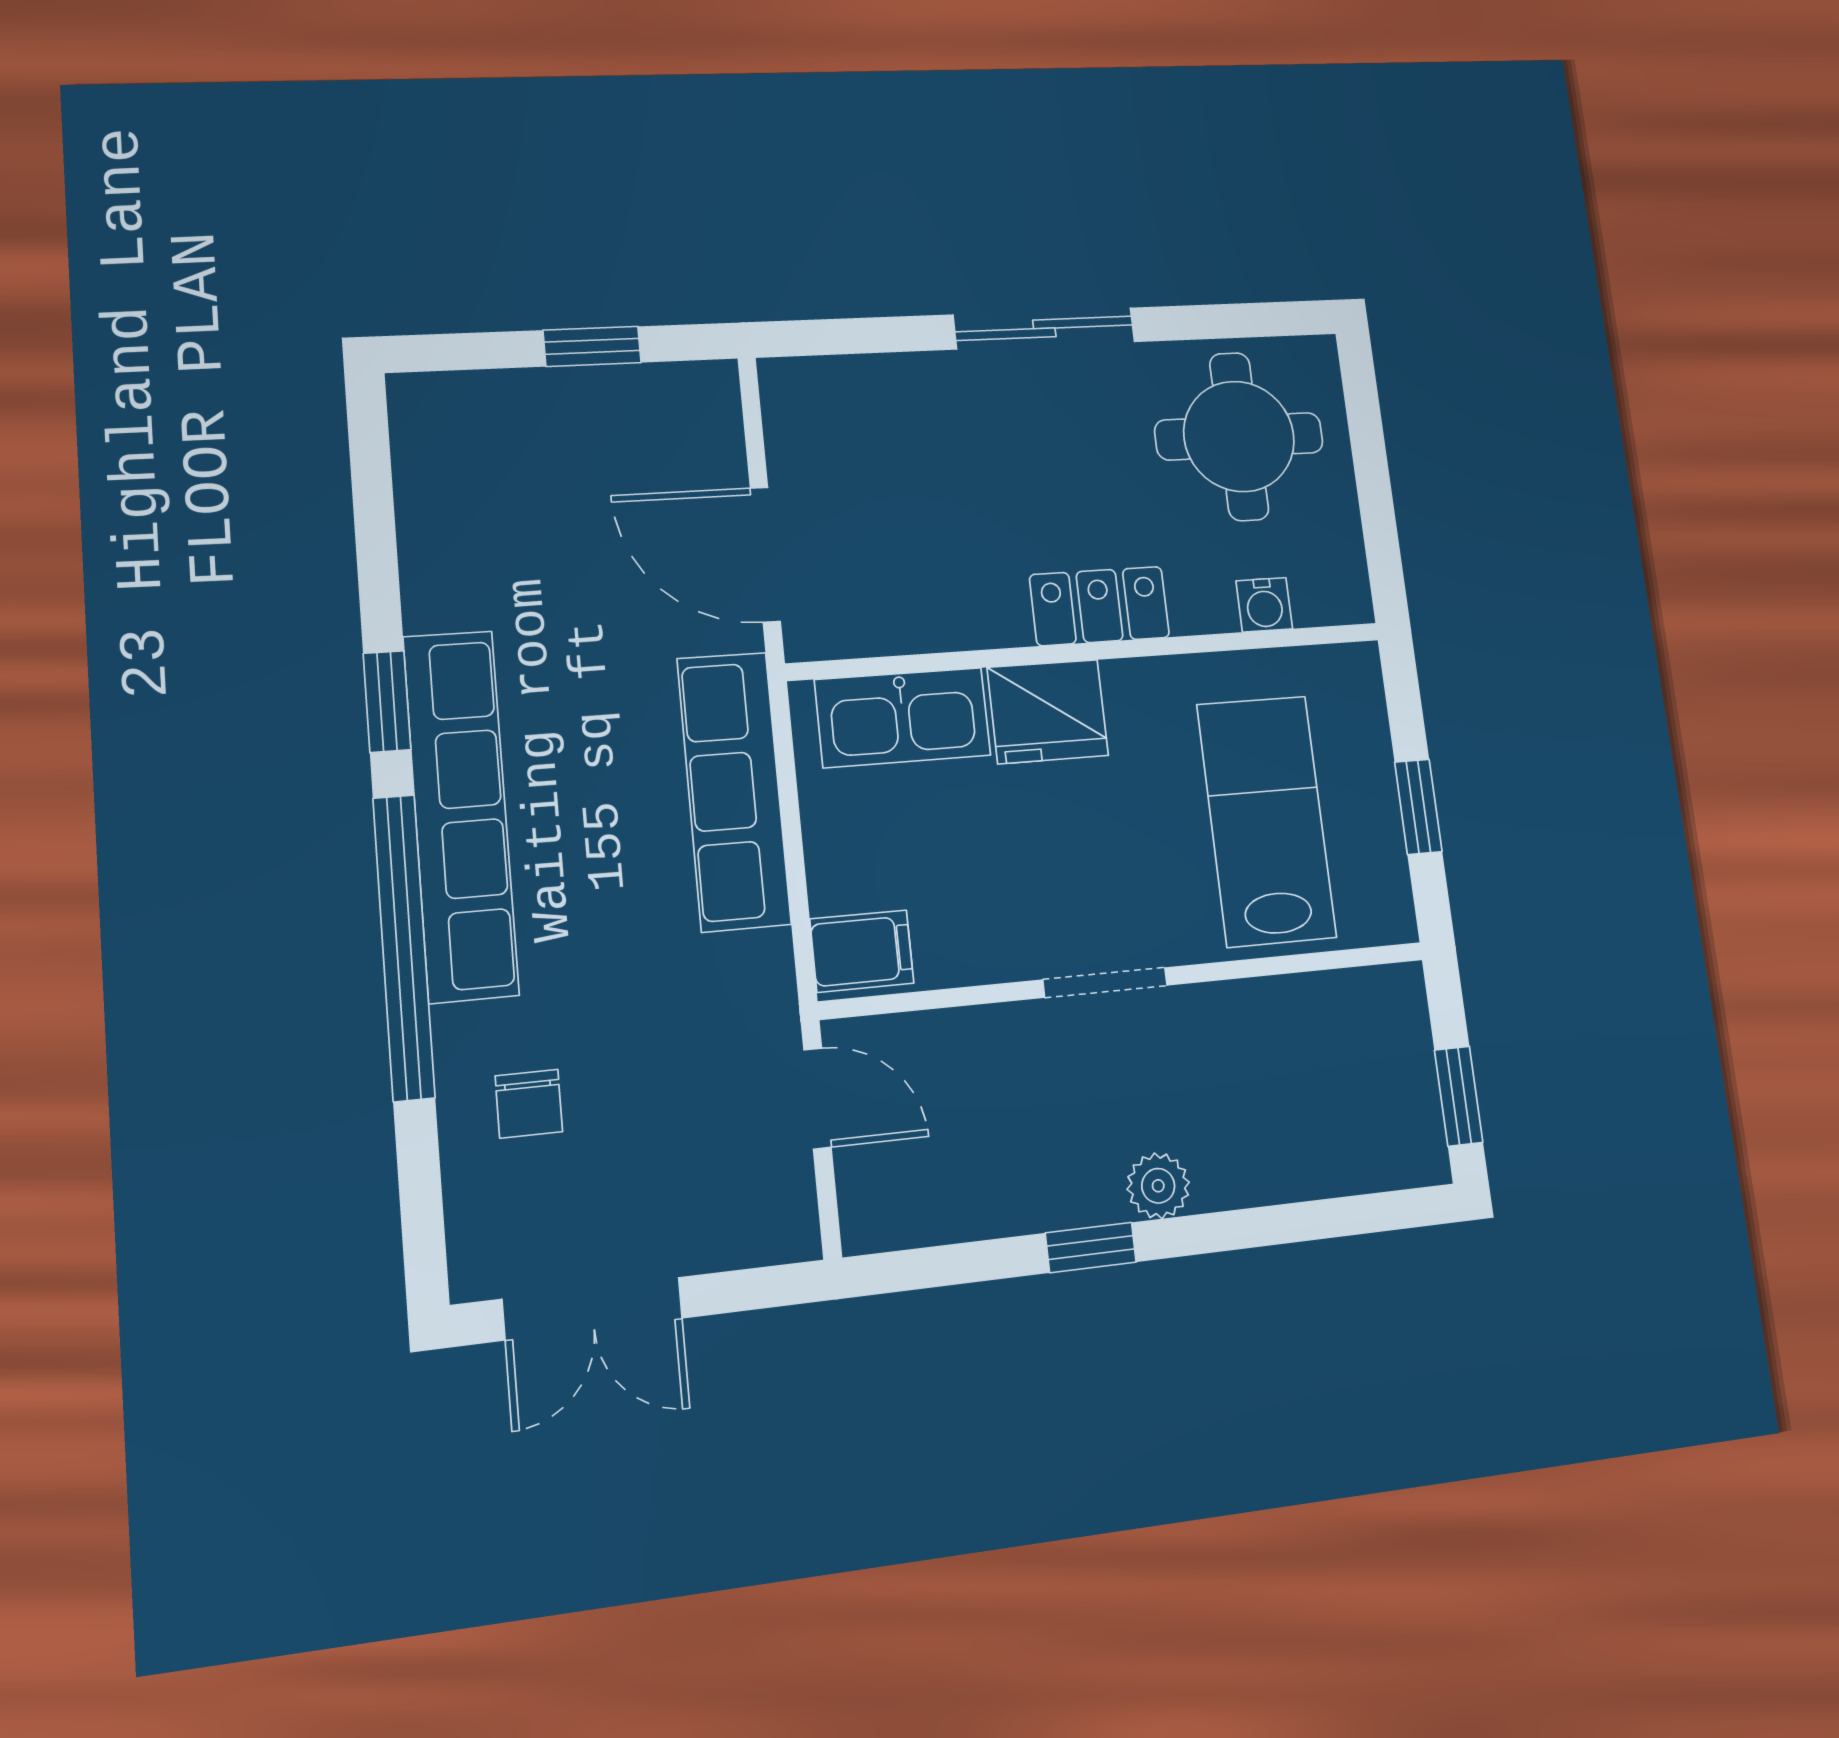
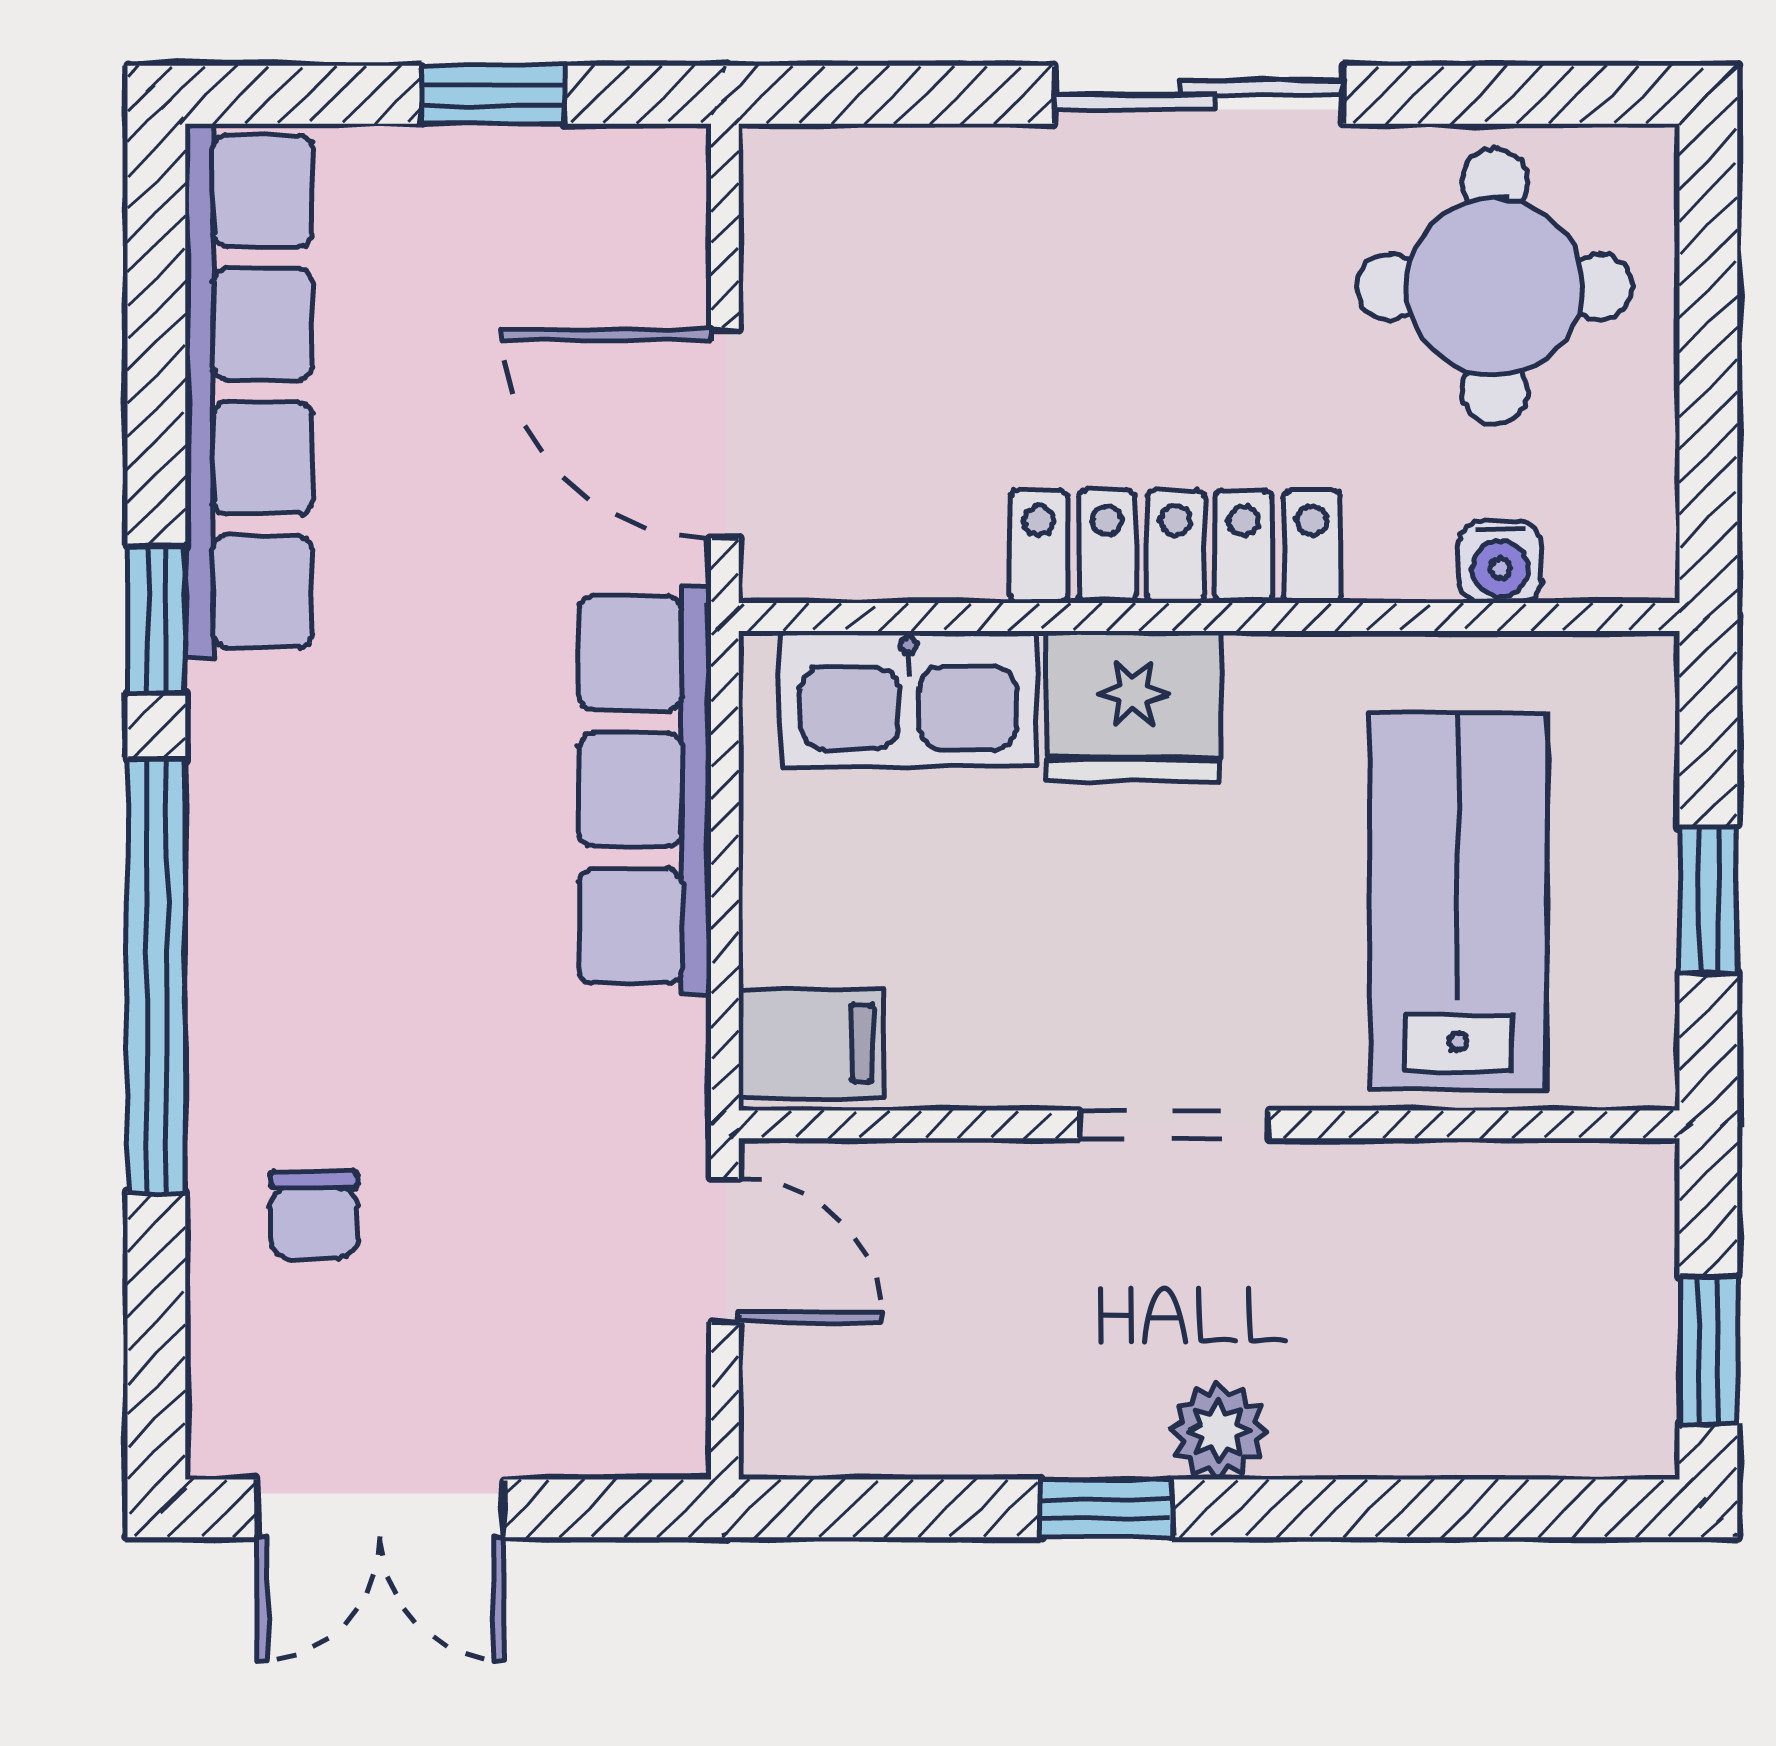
locker: (1100, 606) -> (1175, 547), width x1.53
row of seats: (461, 815) -> (249, 391), moved

